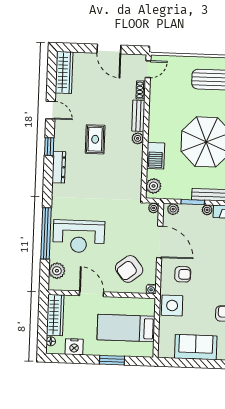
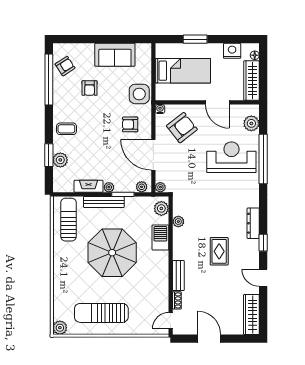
plant: (138, 138) -> (178, 222), moved

